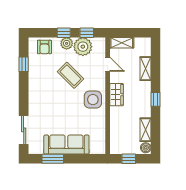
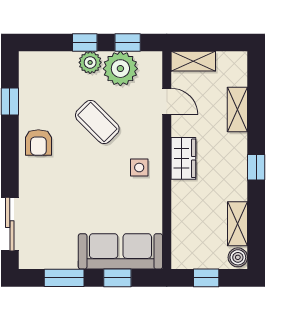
armchair: (44, 47) -> (38, 142), moved
side table: (93, 100) -> (139, 168), width x0.54, depth x0.54
sofa: (66, 144) -> (120, 251), moved
window: (81, 159) -> (117, 278), added

